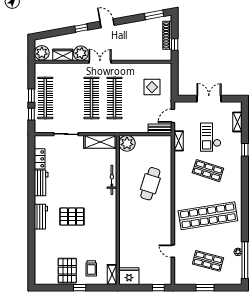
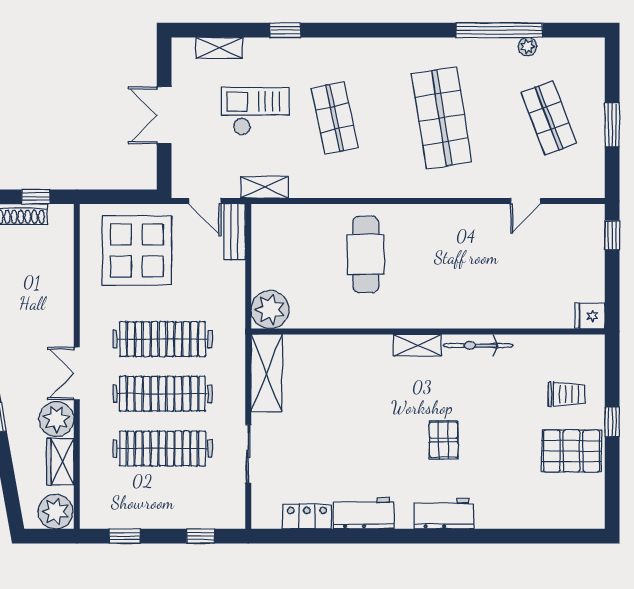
display table: (152, 87) -> (137, 250), width x1.86, depth x1.86
window: (31, 96) -> (124, 536), moved
clothes rail: (45, 98) -> (162, 449), moved
checkout: (211, 137) -> (255, 111), turned 180
shop shelf: (208, 171) -> (335, 118), turned -30
bicycle: (112, 180) -> (478, 345), moved
cafe table: (150, 184) -> (366, 254), turned 72
shop shelf: (208, 216) -> (442, 118), width x0.71
pallet: (72, 217) -> (444, 440), width x0.67, depth x0.71
window: (245, 260) -> (499, 30), moved
shop shelf: (208, 261) -> (549, 118), turned -36
shelving: (112, 275) -> (417, 345), moved
fridge: (129, 276) -> (590, 316), width x0.53, depth x0.75

